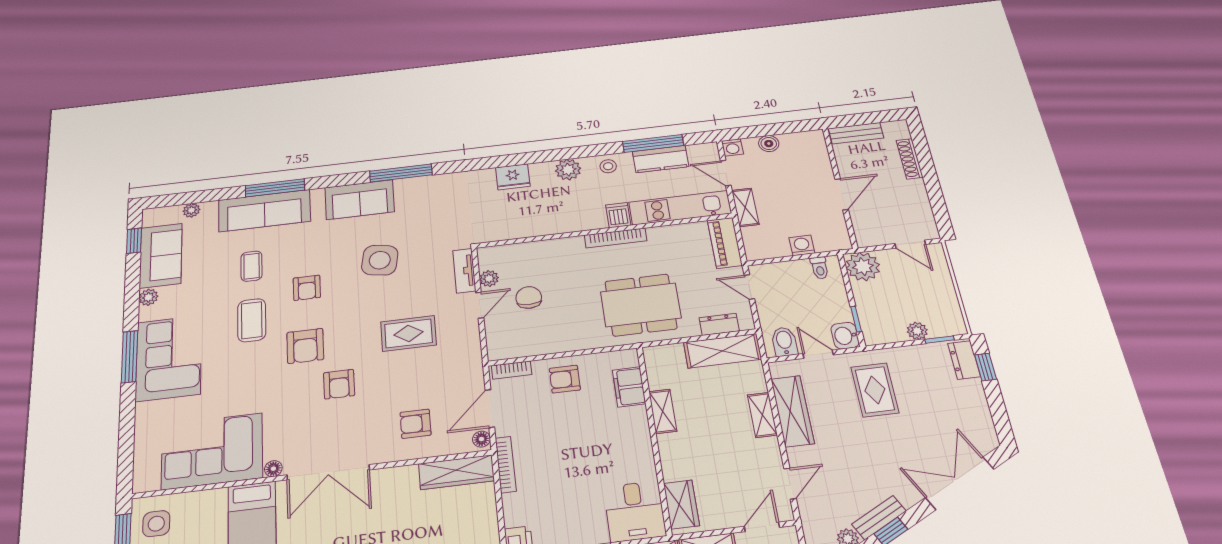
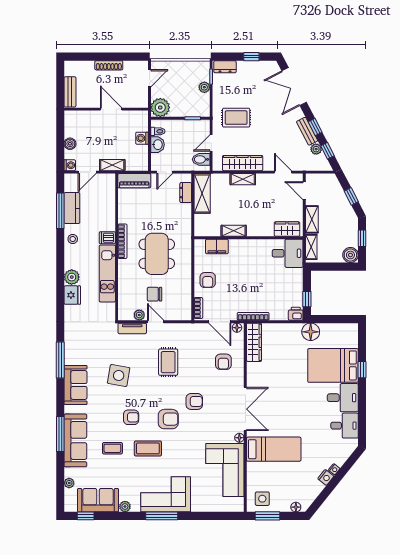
shoe rack: (910, 159) -> (109, 65), moved
plant: (568, 170) -> (72, 277), moved
kitchen unit: (680, 208) -> (107, 274), moved
dining table: (641, 305) -> (157, 254), moved
washbasin: (845, 336) -> (157, 145), moved, turned -90
window: (985, 367) -> (251, 57), moved

